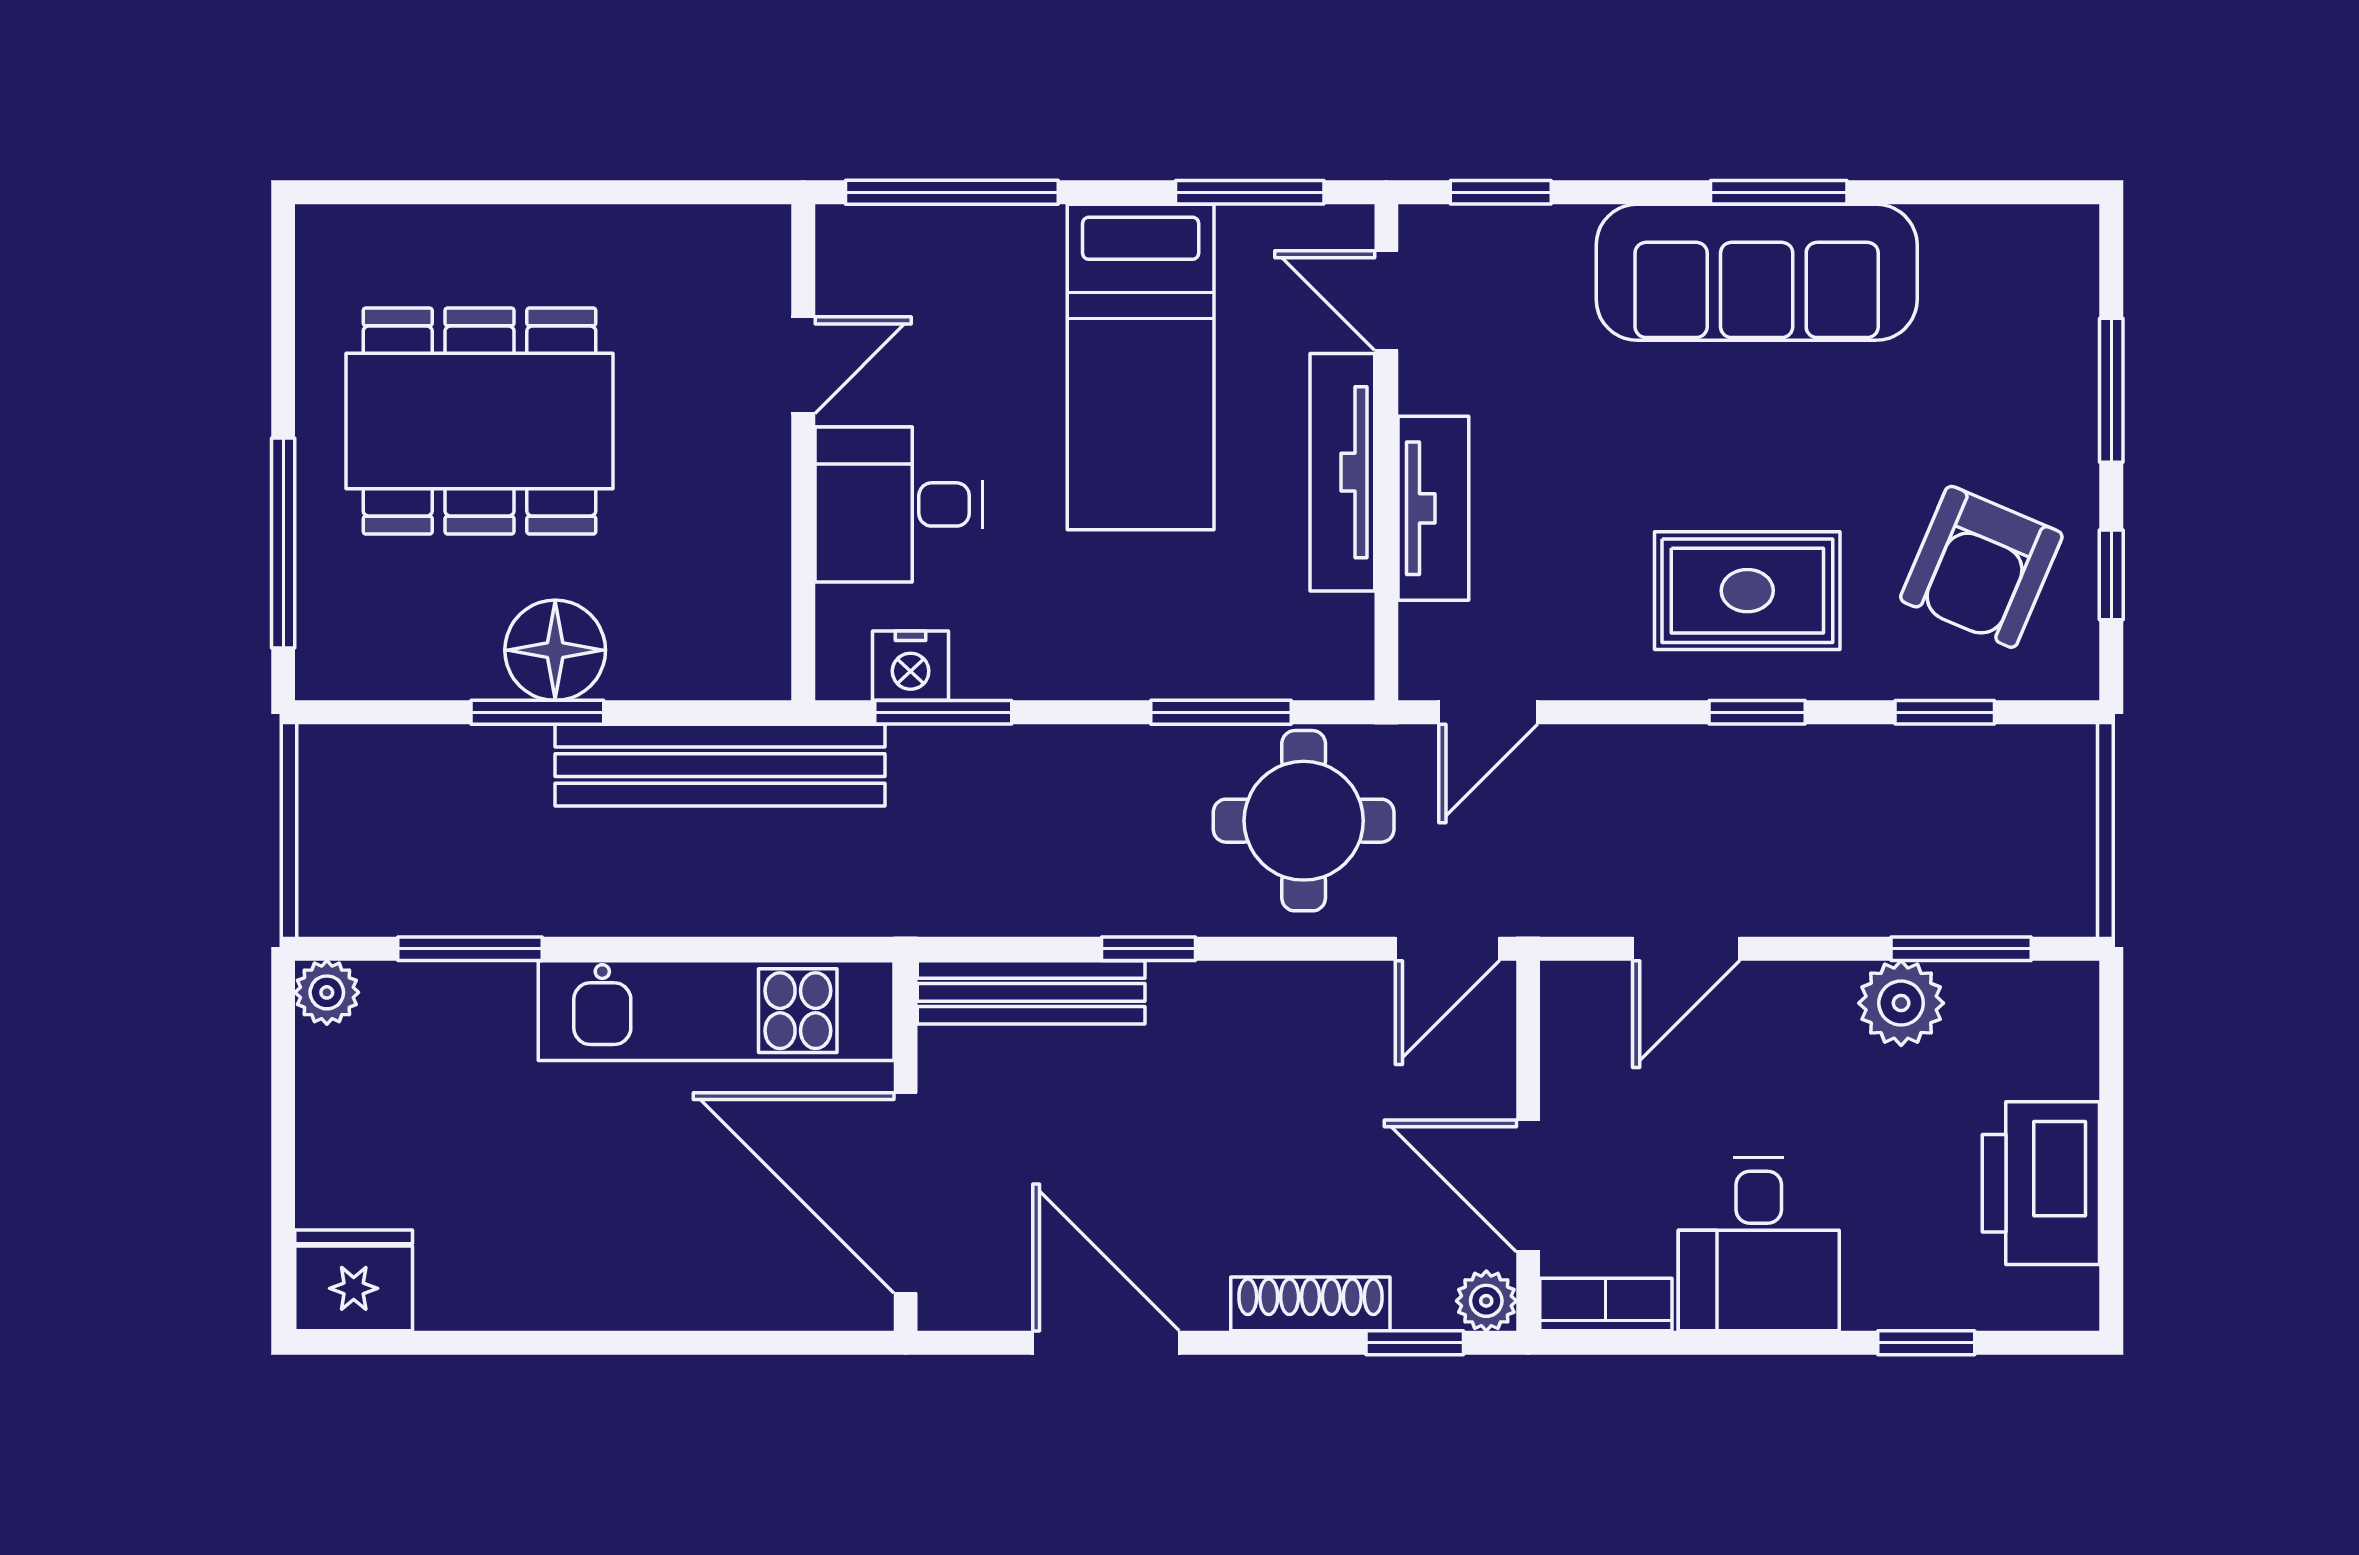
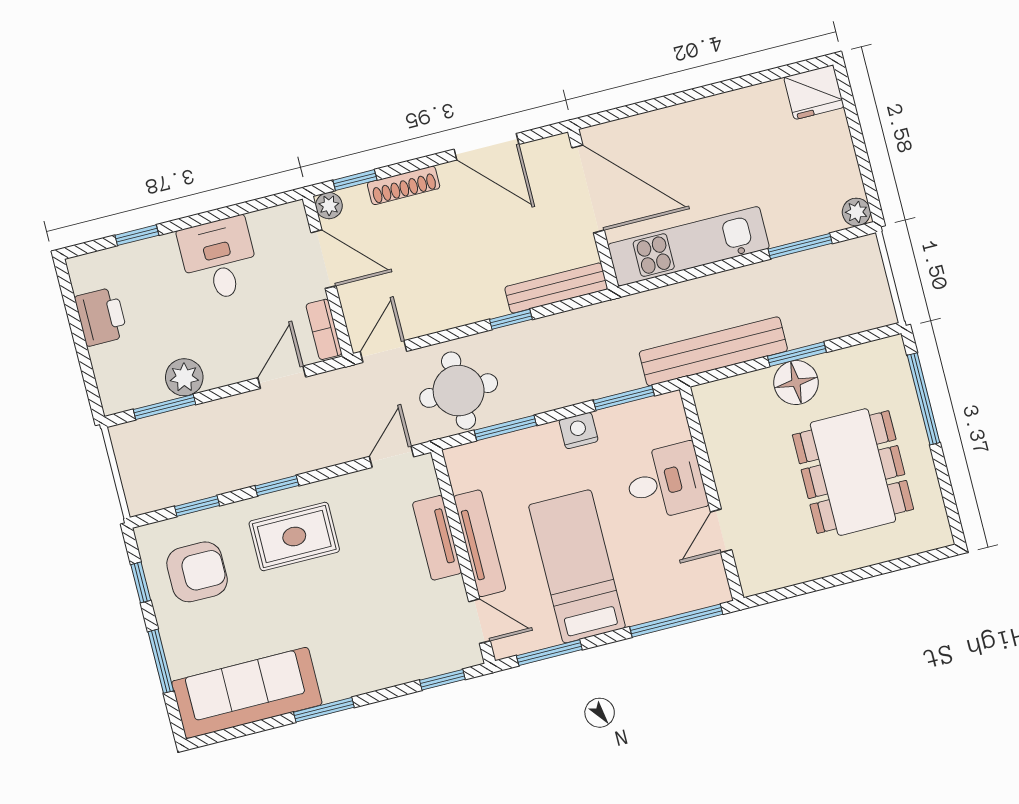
sofa: (1757, 272) -> (247, 693), moved
dining table: (480, 421) -> (853, 472), turned 90
armchair: (1981, 567) -> (197, 572), turned 67
nightstand: (911, 666) -> (579, 431), moved
printer: (2041, 1183) -> (101, 317), width x0.73, depth x0.84
bookcase: (1606, 1304) -> (324, 329), moved, turned 90

